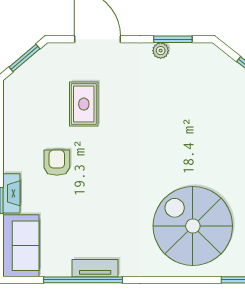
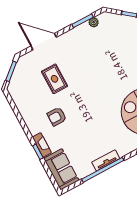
plant: (161, 51) -> (94, 22), moved
armchair: (57, 163) -> (57, 117), turned -90

